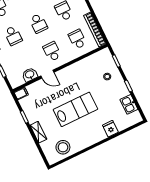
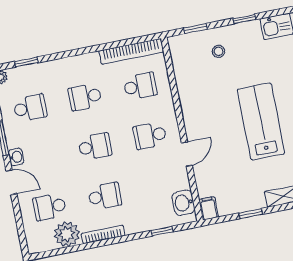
school desk: (77, 39) -> (140, 86), turned 180
washbasin: (30, 75) -> (183, 203), moved

